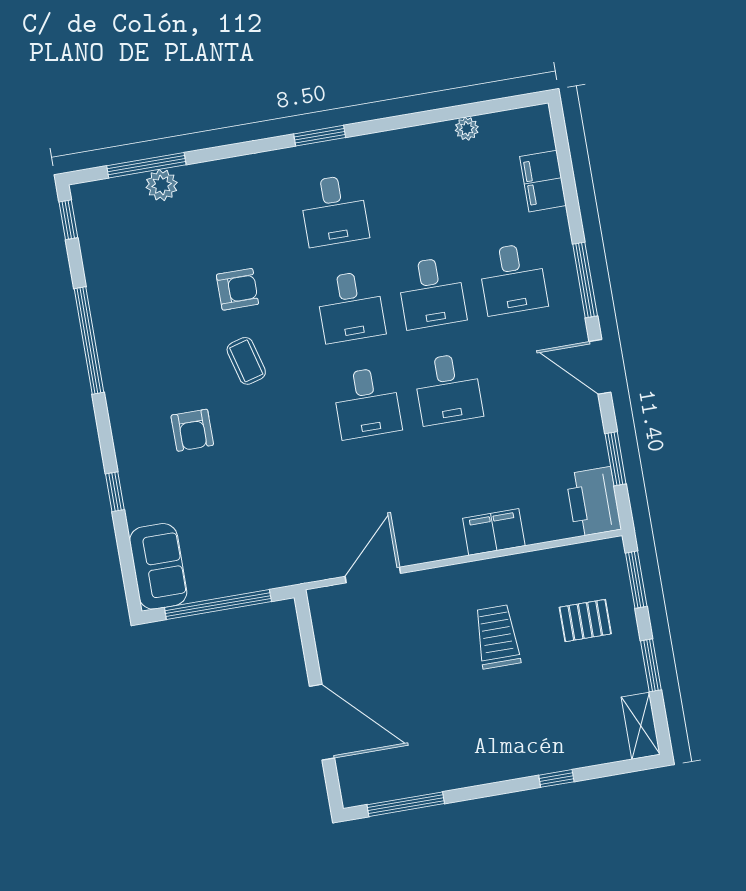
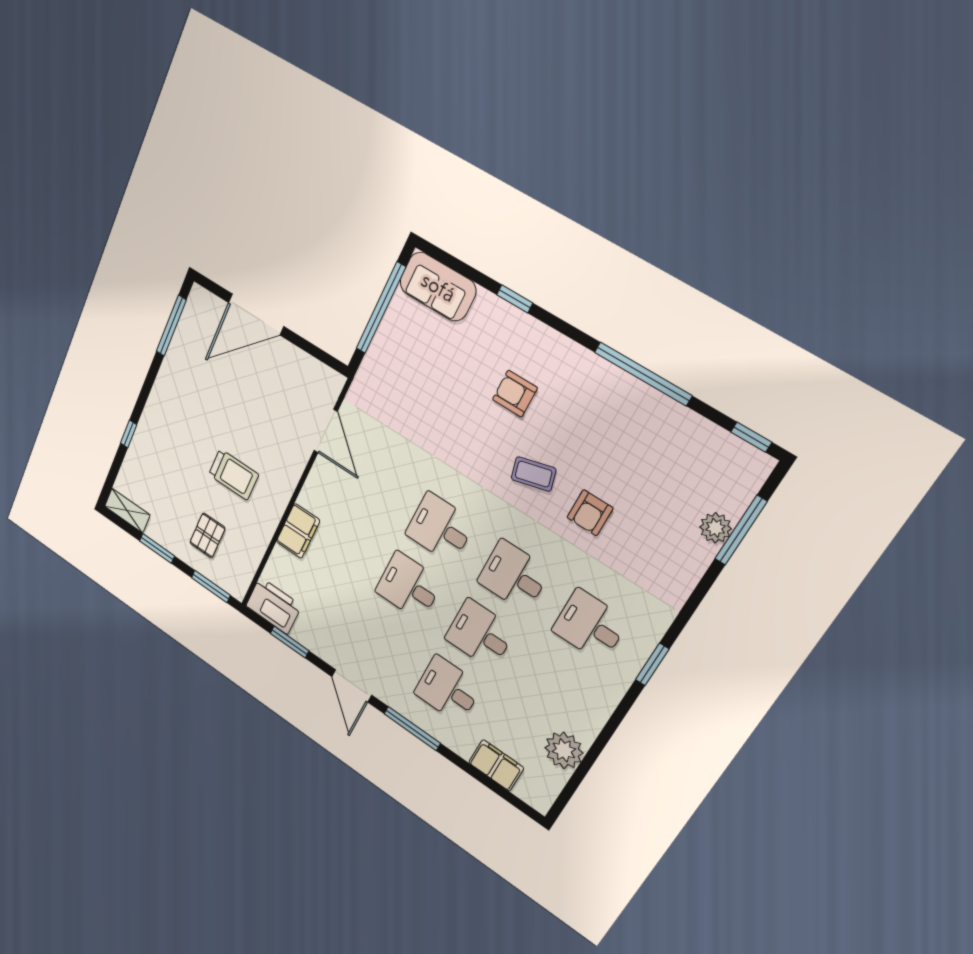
plant: (467, 129) -> (564, 750), width x1.87, depth x1.87
door: (600, 367) -> (352, 686), swing flipped

